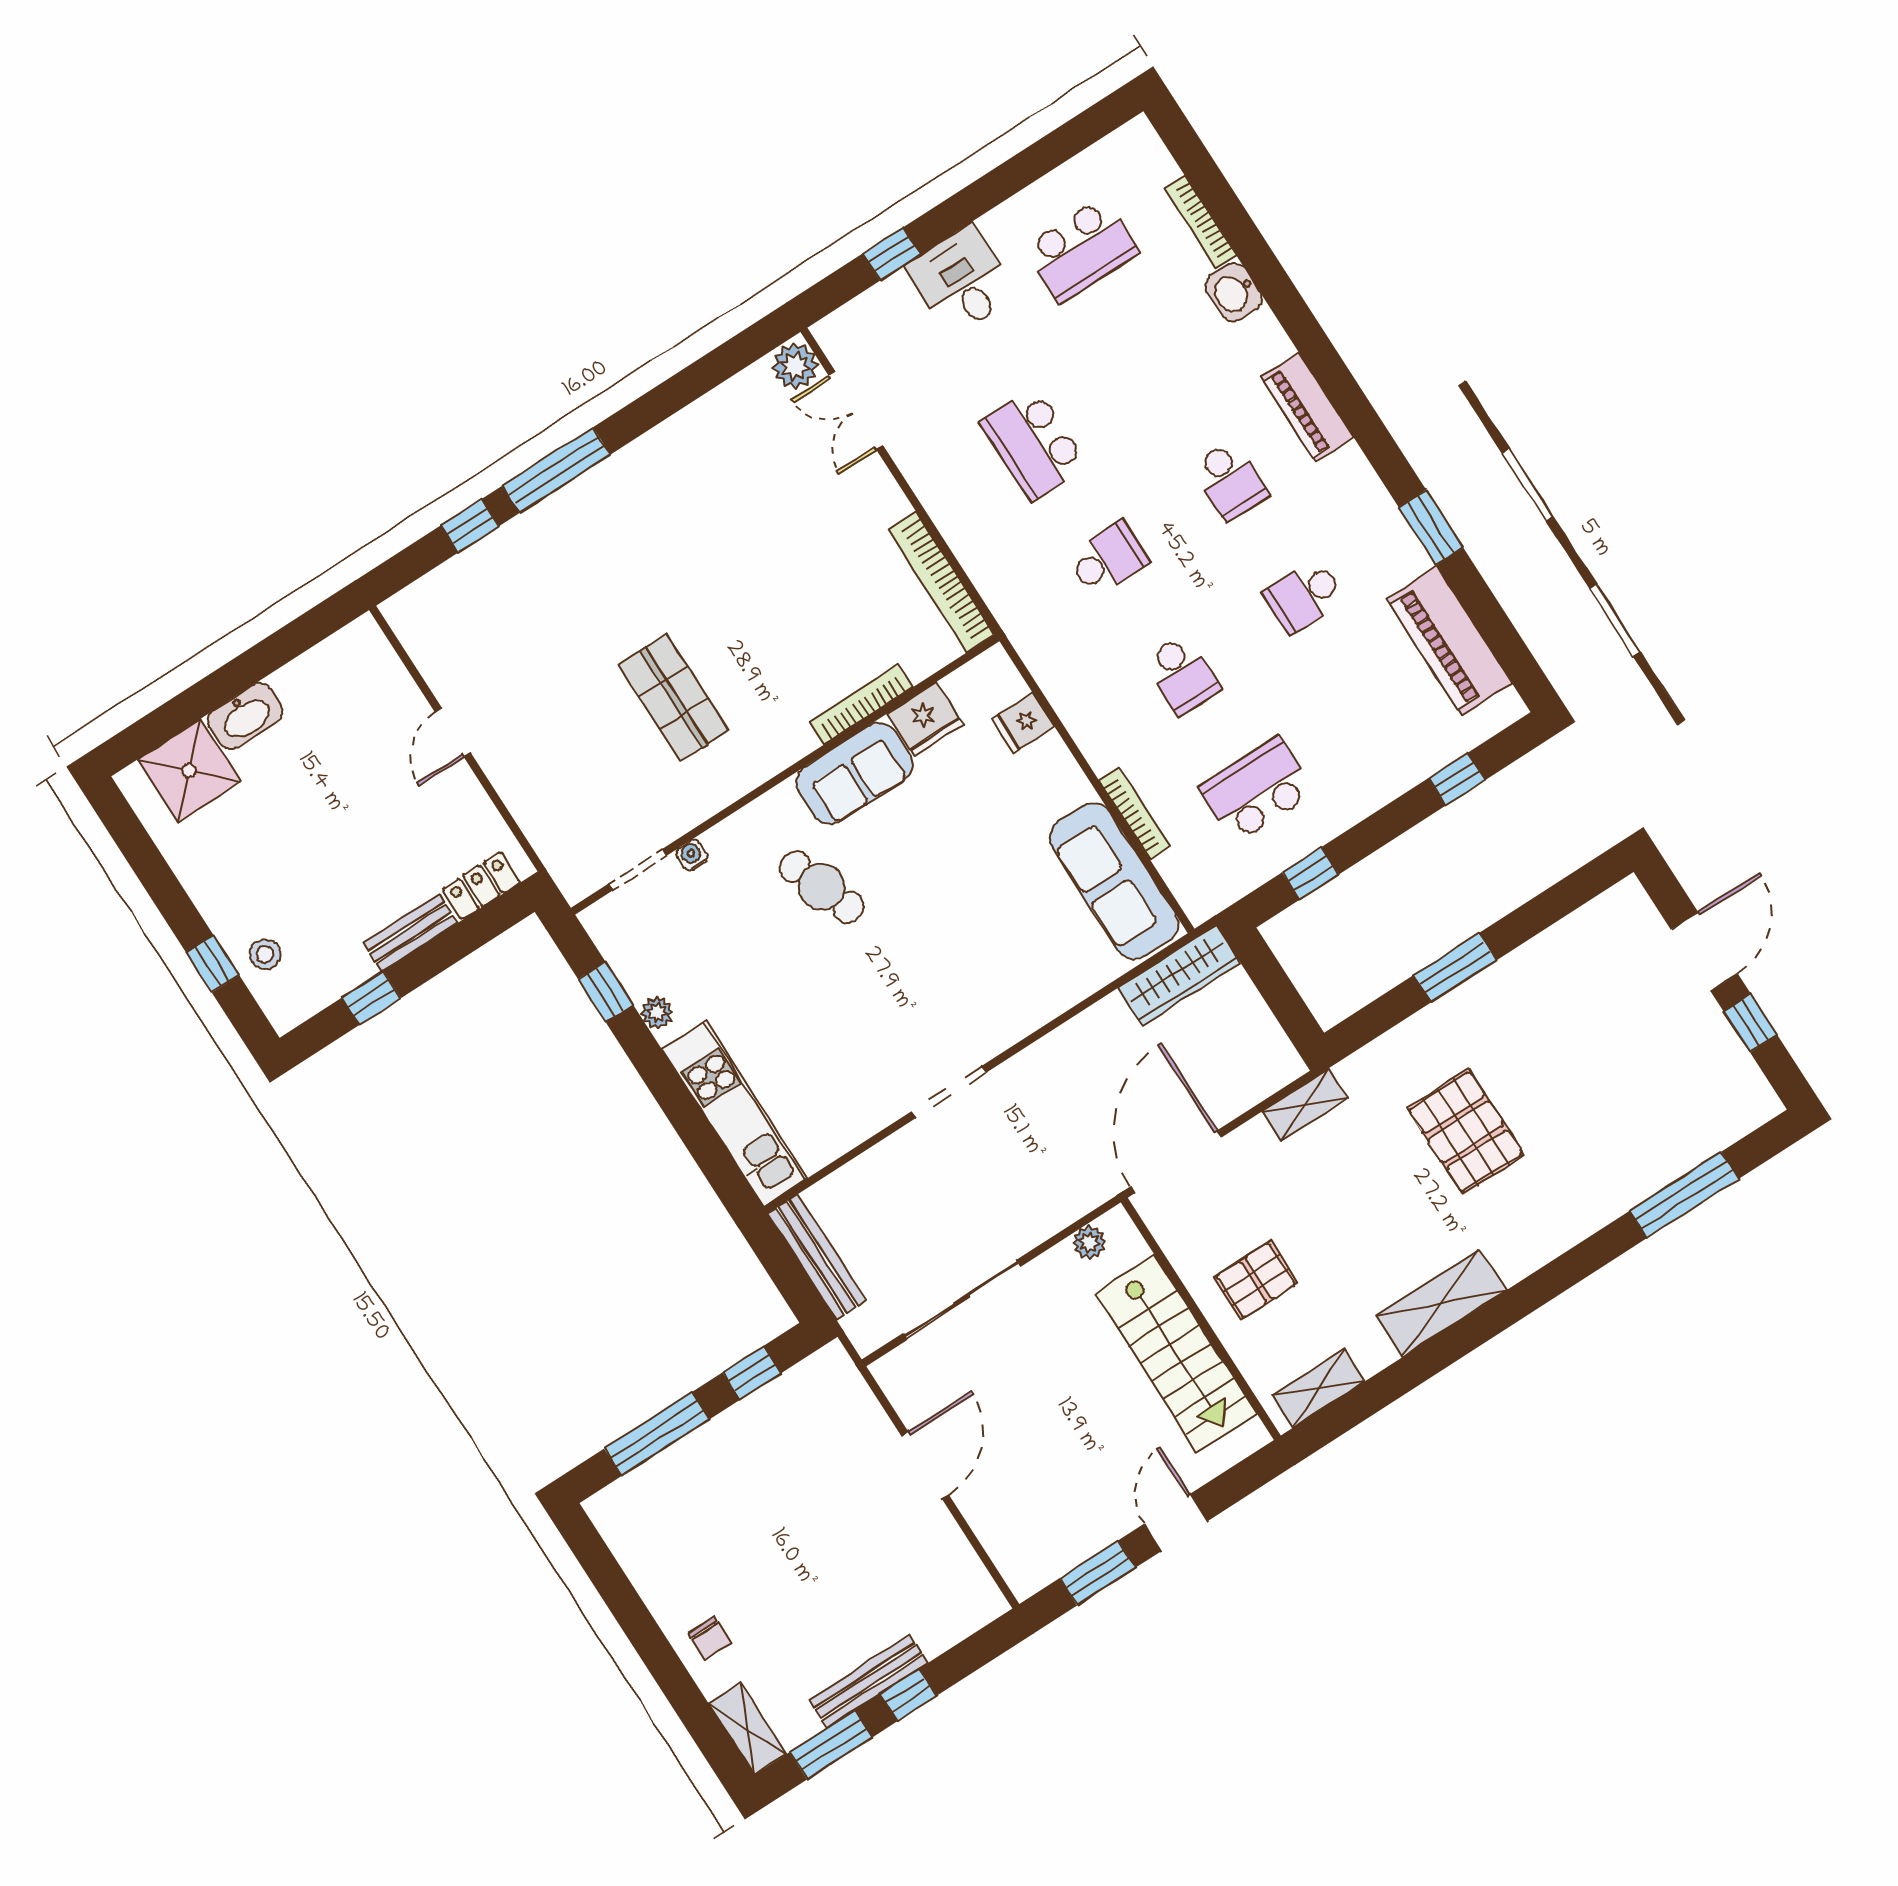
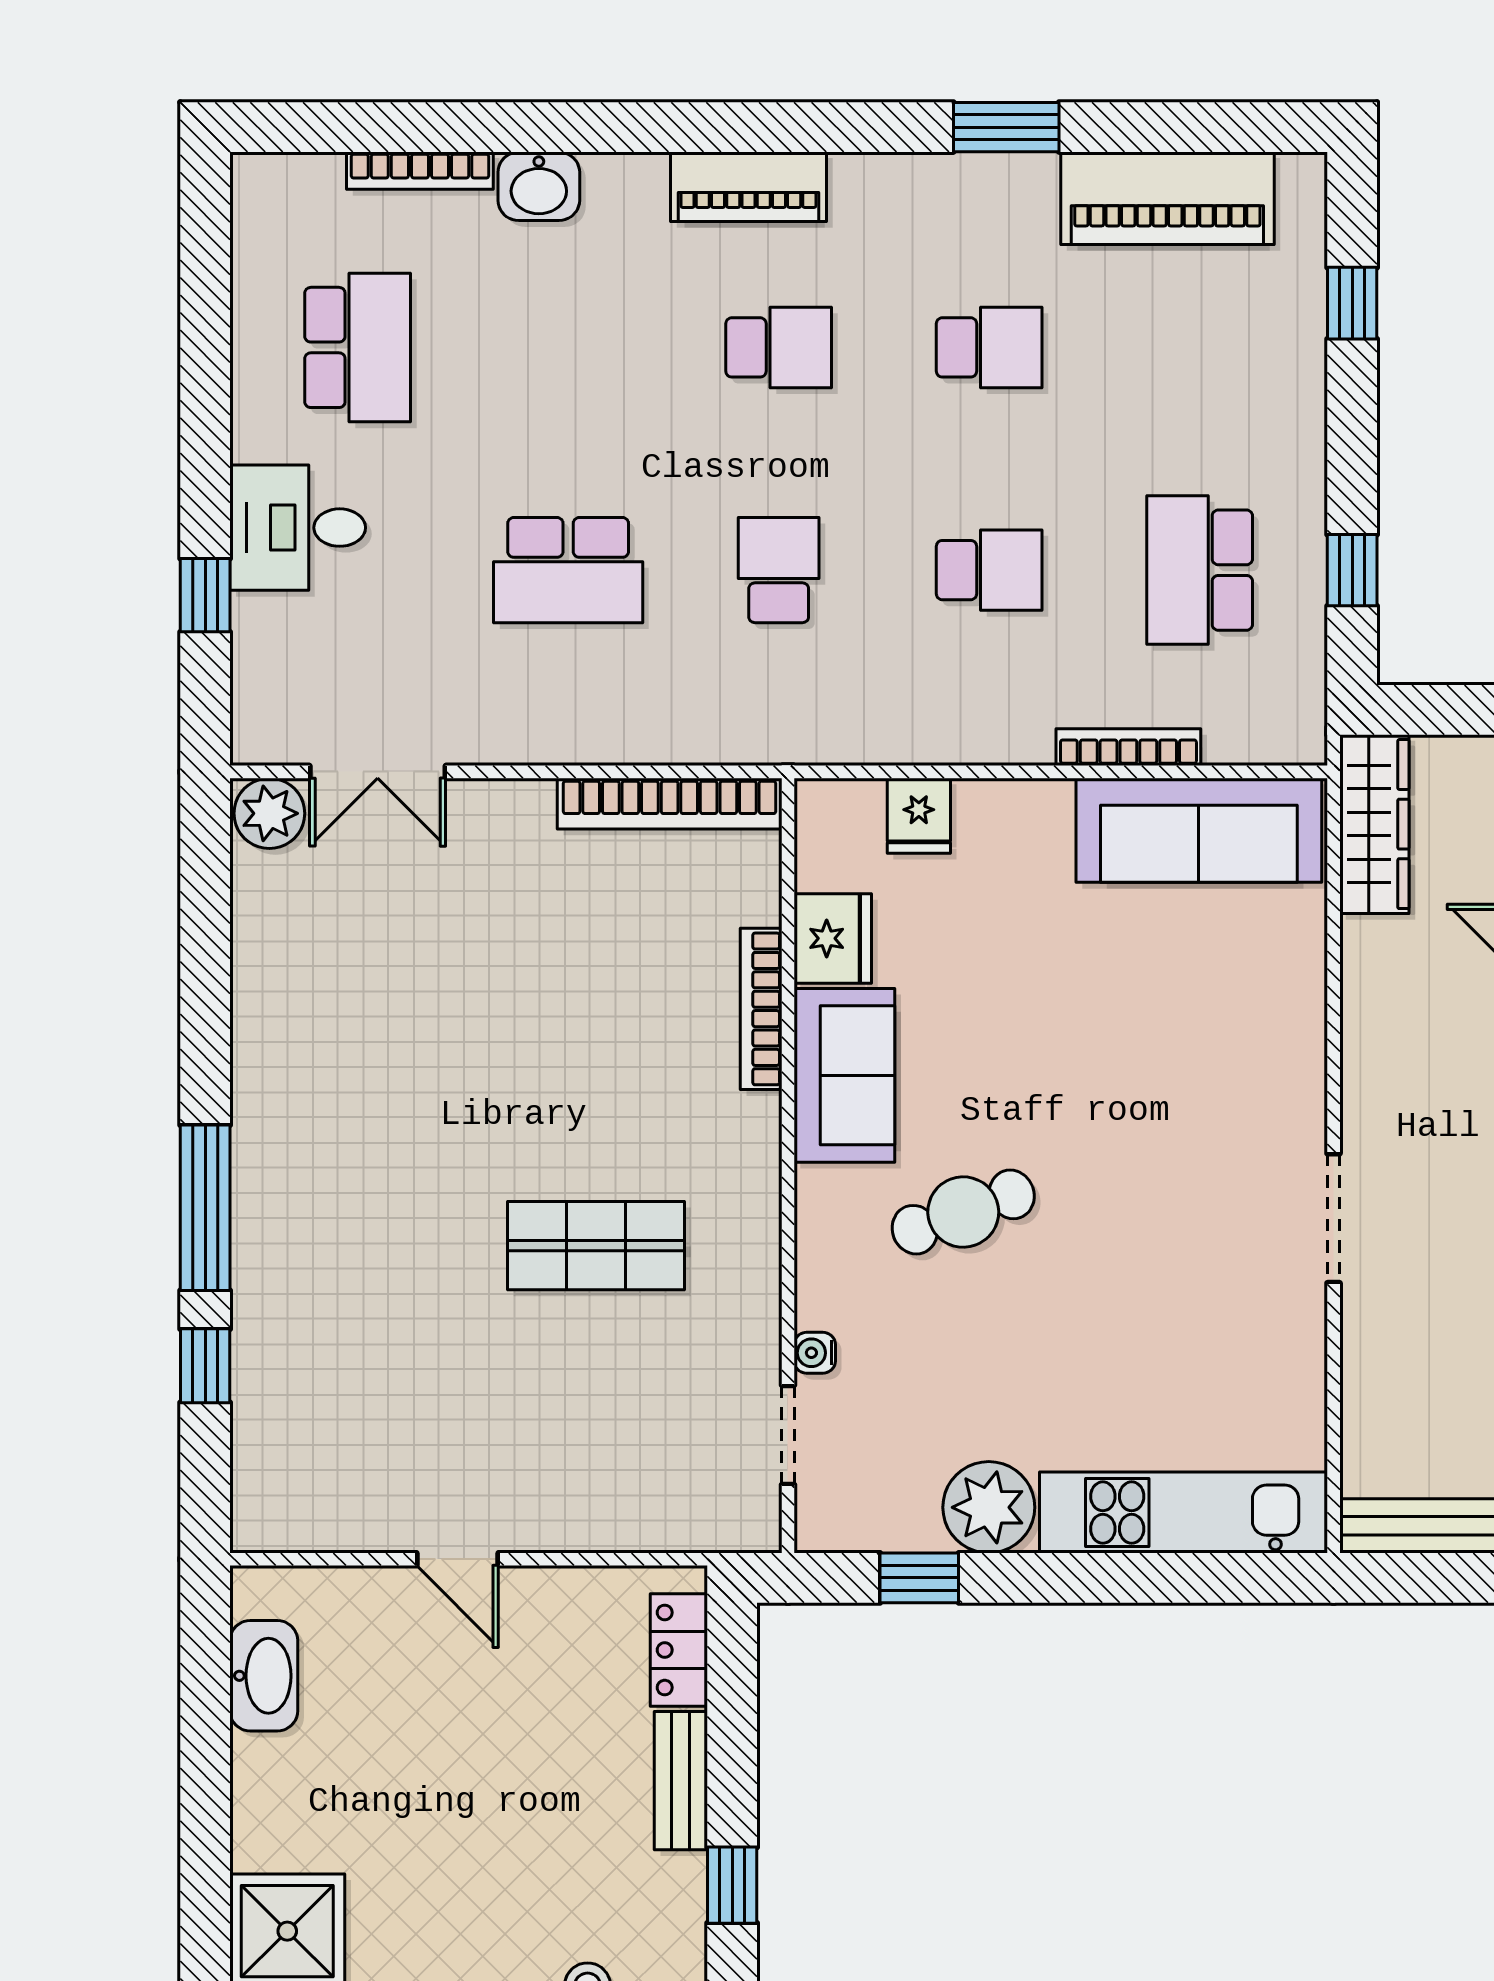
school desk: (1304, 596) -> (989, 347), turned -90
washbasin: (245, 716) -> (264, 1676), moved
plant: (657, 1013) -> (989, 1507), width x1.87, depth x1.87

